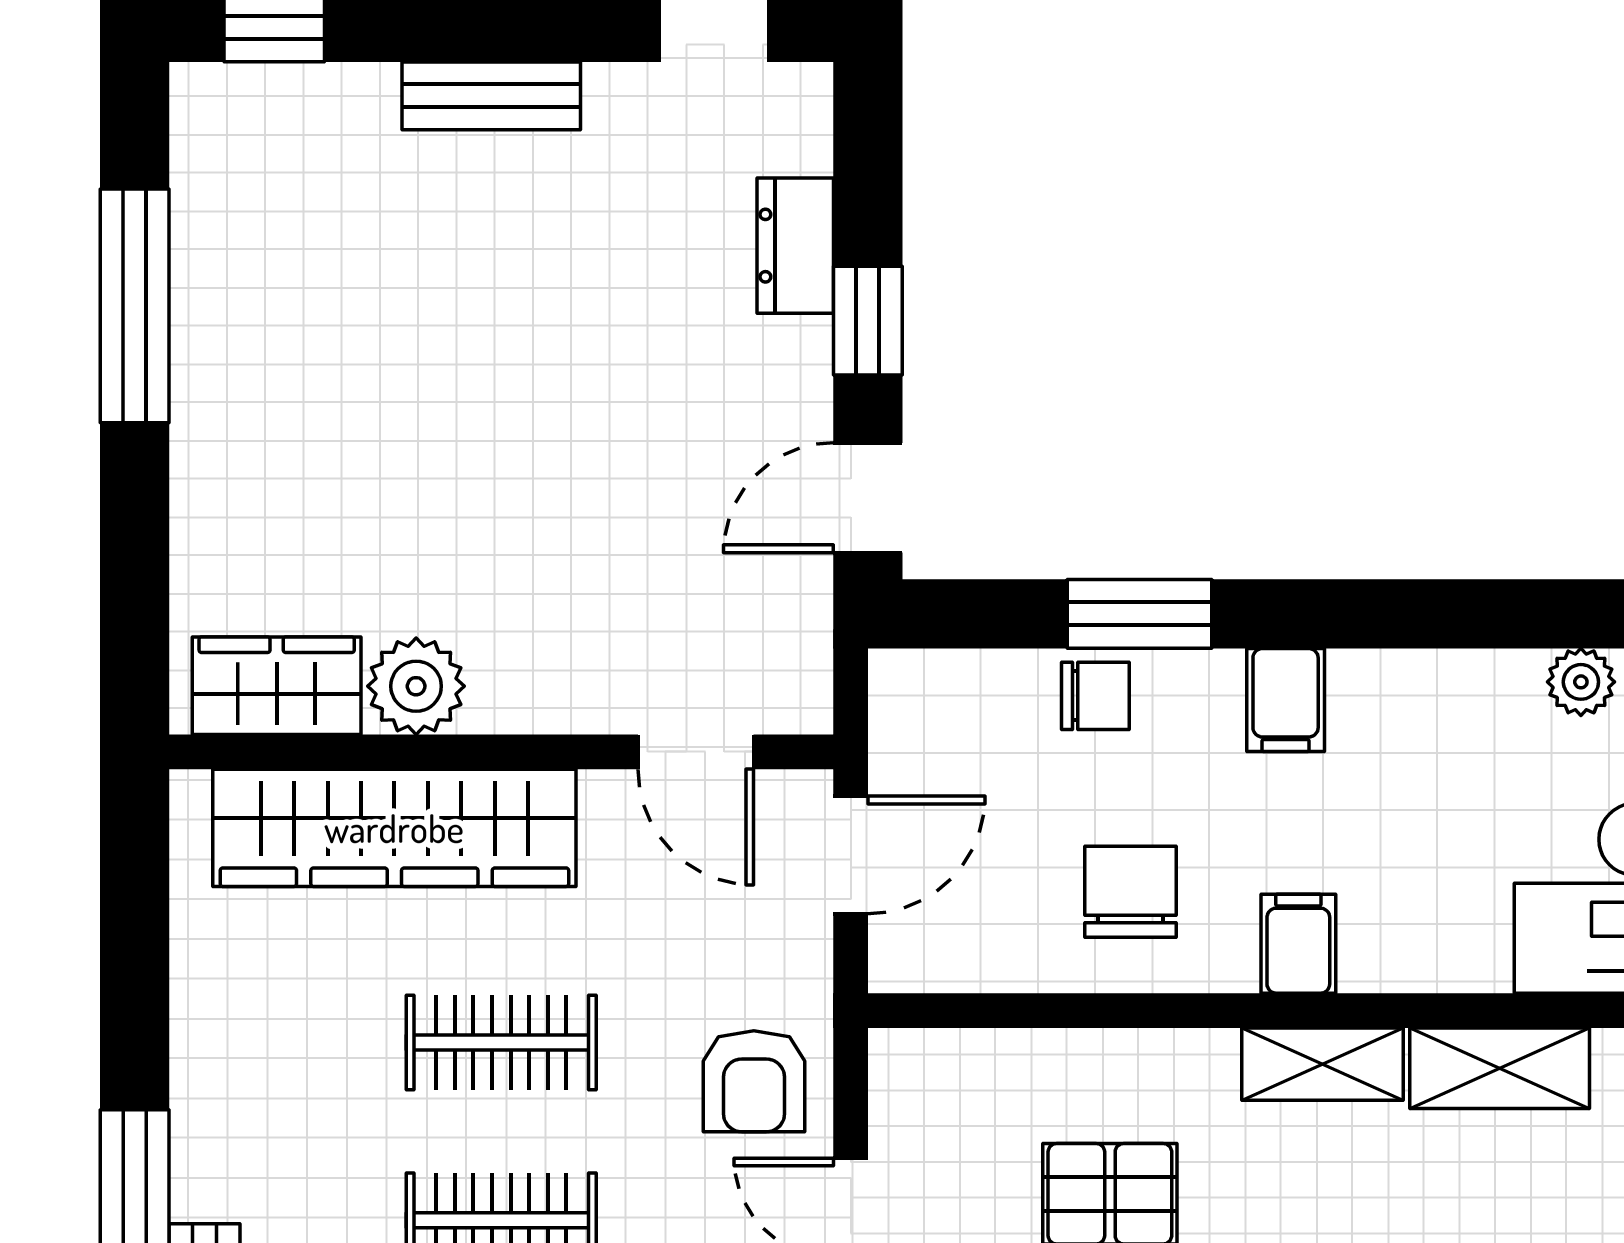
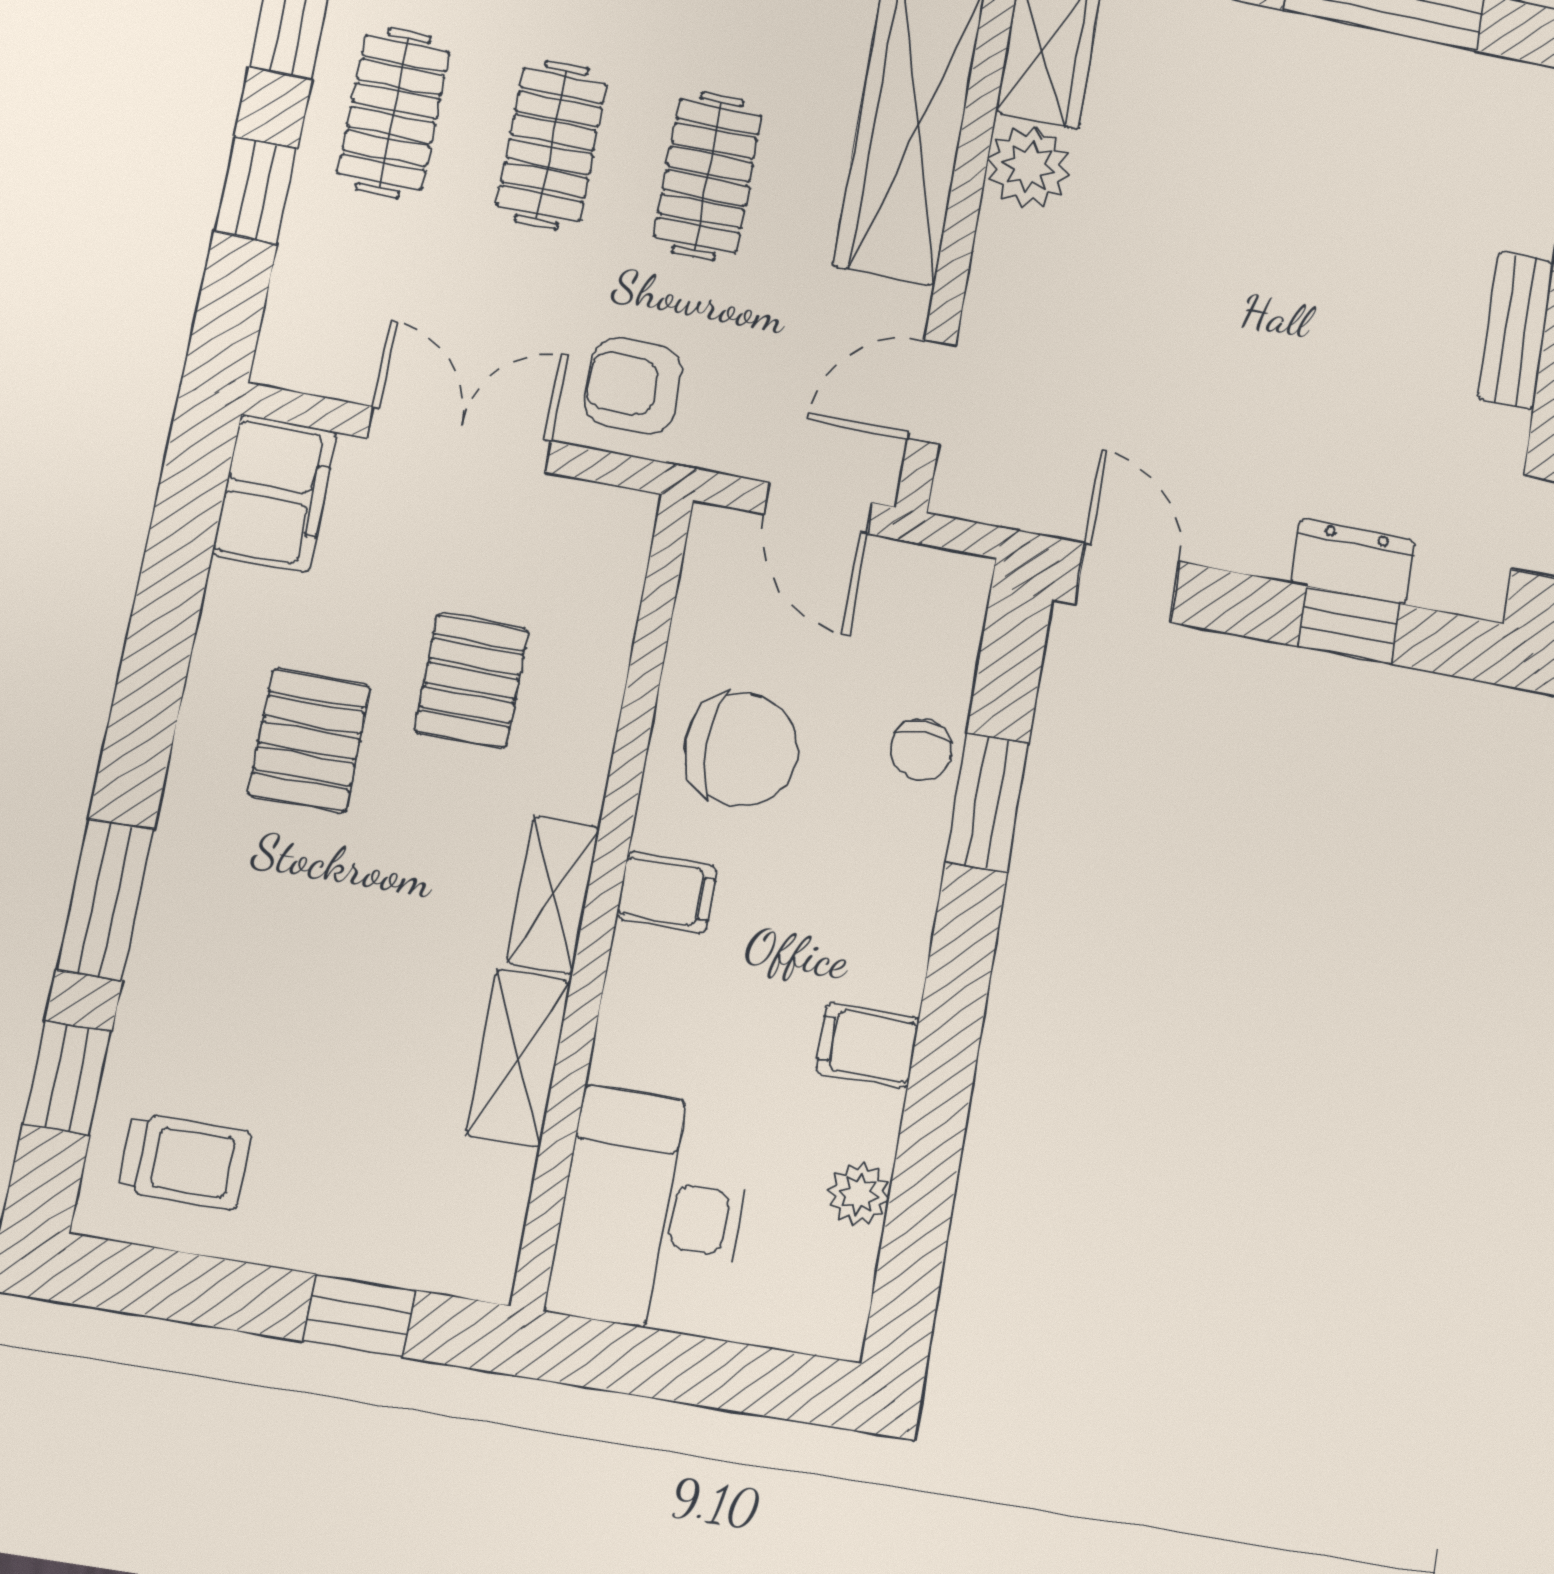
window: (868, 321) -> (1349, 625), moved
filing cabinet: (1286, 700) -> (867, 1045), moved
chair: (1130, 892) -> (741, 749), width x1.37, depth x1.37

